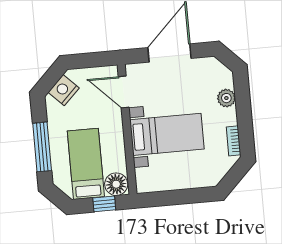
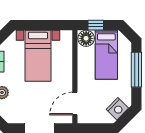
door: (124, 92) -> (75, 104), swing flipped
bed with nightstands: (167, 134) -> (38, 56), moved, turned -90

